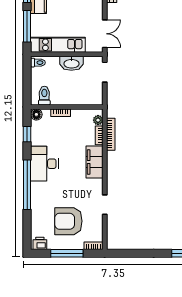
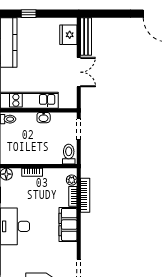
double door: (105, 34) -> (79, 72), moved
washbasin: (71, 63) -> (44, 118), width x0.52, depth x0.69
toilet: (44, 96) -> (69, 154), moved

